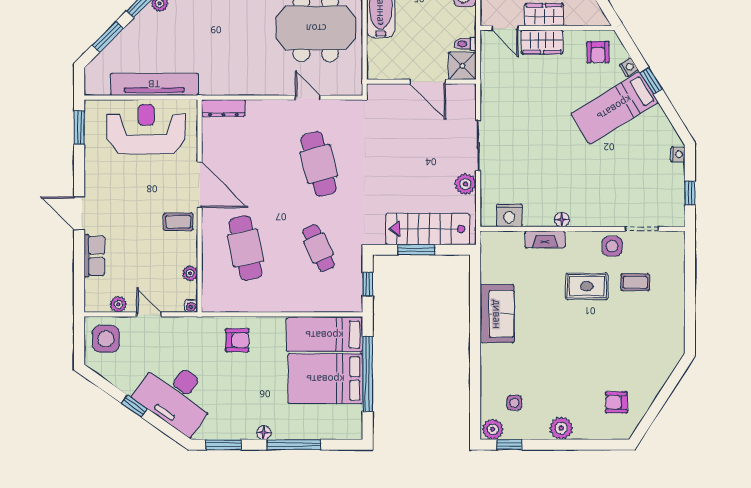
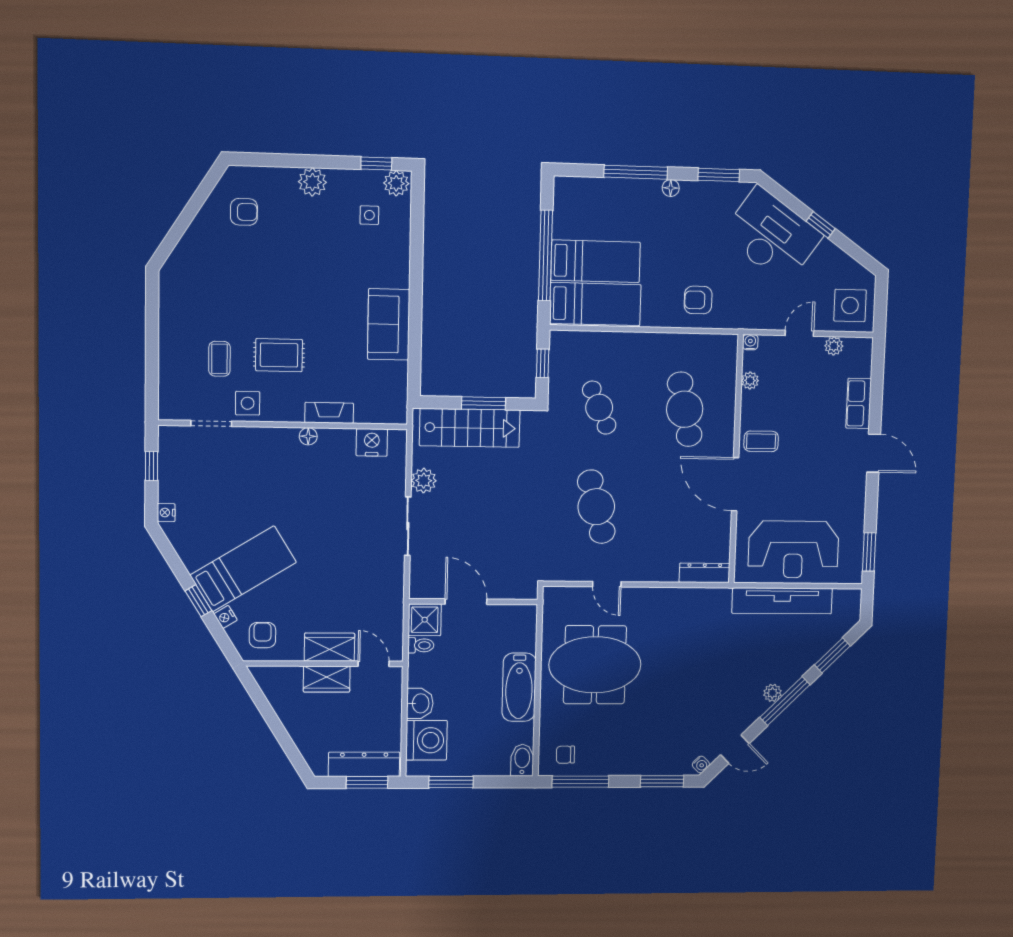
coffee table: (635, 282) -> (219, 359), turned 90
door: (149, 314) -> (799, 333), swing flipped
bed: (325, 379) -> (596, 261), width x0.67

